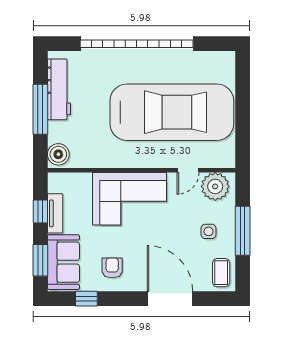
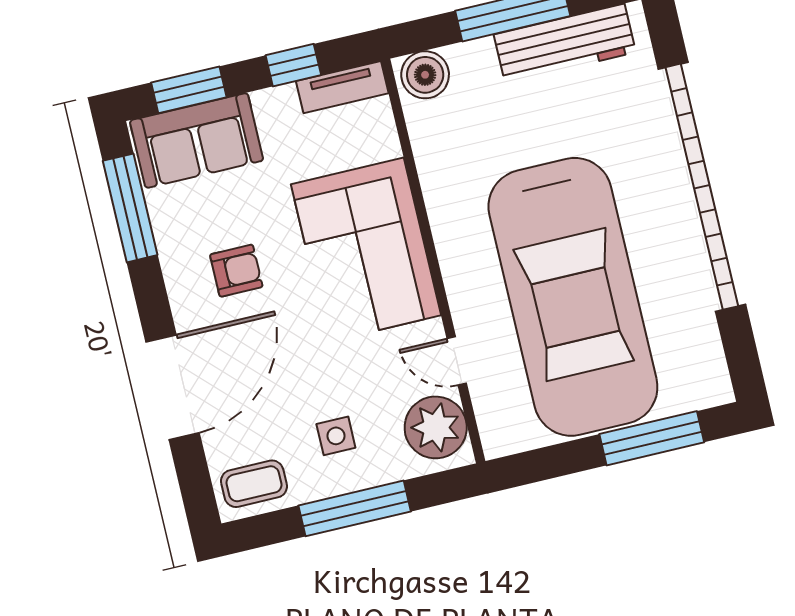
window: (243, 92) -> (652, 438), added
tv unit: (55, 213) -> (342, 87), moved
armchair: (112, 268) -> (236, 271), moved
window: (86, 299) -> (130, 208), width x2.17

